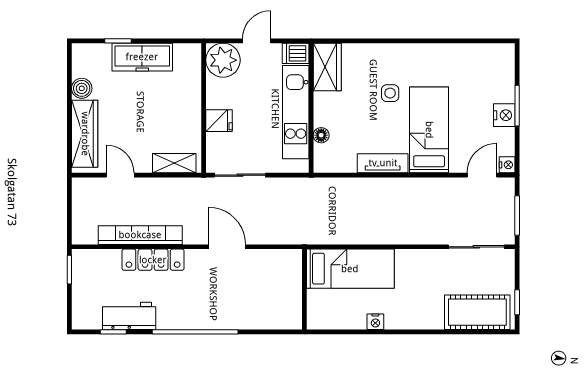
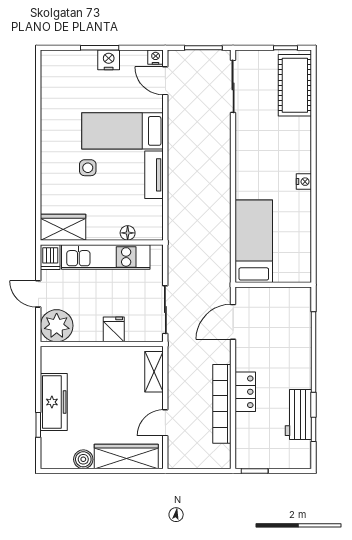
locker: (153, 260) -> (245, 392), width x0.66
bed: (350, 269) -> (254, 241), moved
wall: (304, 289) -> (273, 285), moved

